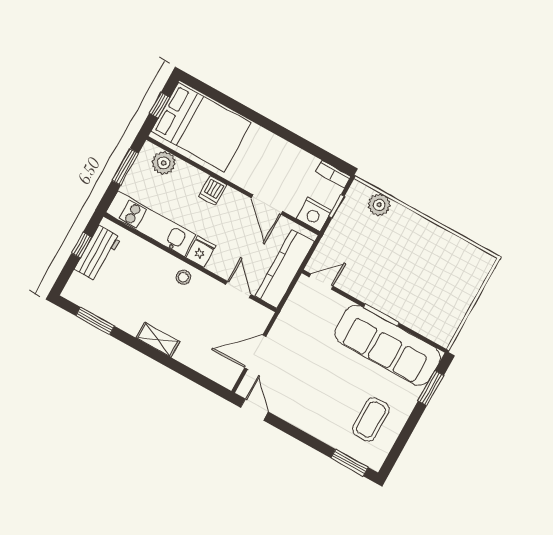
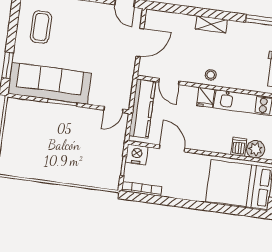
bookcase: (333, 174) -> (142, 189), width x1.56
dishwasher: (213, 191) -> (239, 147), moved
plant: (379, 205) -> (94, 179), removed

